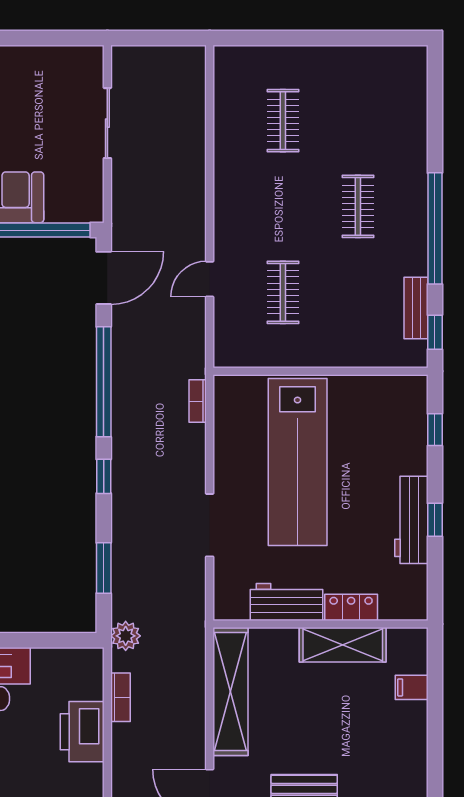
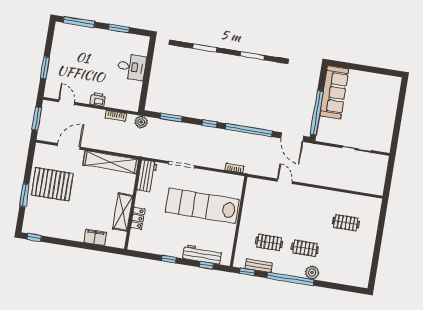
plant: (412, 181) -> (312, 273), added
clothes rail: (283, 292) -> (269, 242), moved
workbench: (411, 520) -> (202, 255), moved
workbench: (287, 602) -> (147, 176), moved
filing cabinet: (412, 687) -> (95, 237), width x2.00
printer: (82, 732) -> (98, 99), width x0.53, depth x0.68

